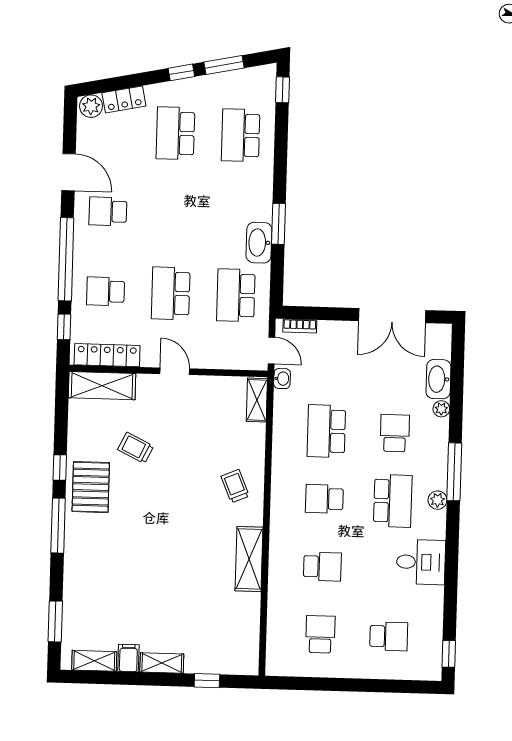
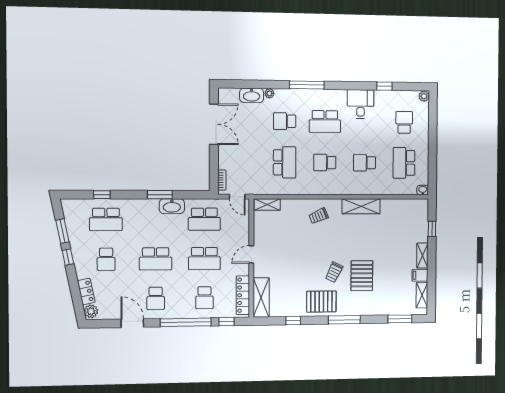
window: (282, 90) -> (102, 195), moved
school desk: (175, 133) -> (106, 259), width x0.54
door: (69, 172) -> (132, 323), hinge flipped
school desk: (173, 213) -> (156, 259), added
door: (271, 350) -> (237, 197), swing flipped
washbasin: (282, 379) -> (423, 190), moved
school desk: (326, 431) -> (285, 162), turned -90
trolley: (136, 448) -> (334, 272), moved
window: (60, 468) -> (293, 321), moved
school desk: (324, 499) -> (325, 163), turned 90
plant: (437, 500) -> (424, 96), moved
school desk: (393, 501) -> (325, 122), turned 180
pallet: (132, 557) -> (362, 276), added
school desk: (322, 567) -> (365, 163), turned -90
school desk: (320, 634) -> (404, 163), width x1.85
window: (449, 654) -> (384, 86), moved

